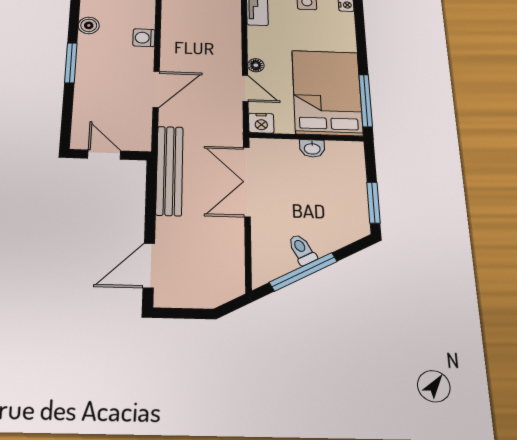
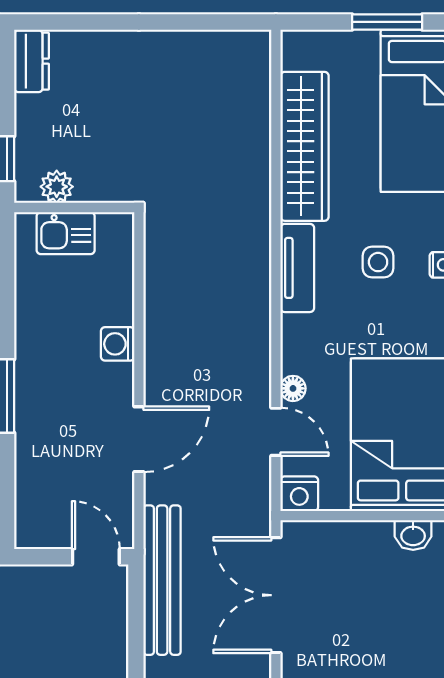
boiler: (89, 25) -> (30, 324), removed
washbasin: (312, 148) -> (413, 535), moved
door: (104, 155) -> (96, 557), moved

